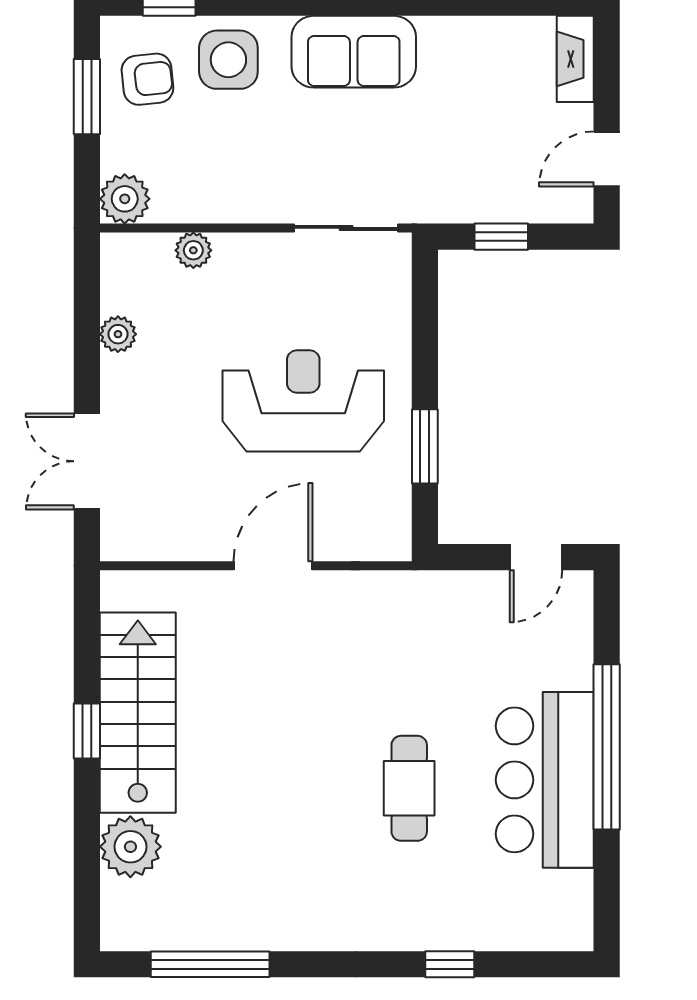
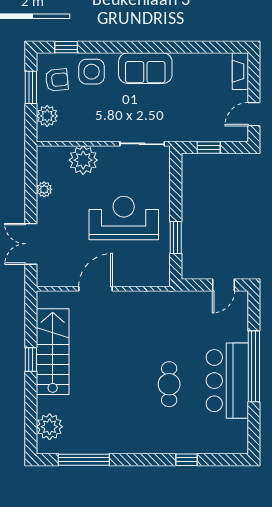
plant: (125, 199) -> (47, 116), moved
plant: (193, 250) -> (83, 160), width x1.88, depth x1.88
door: (273, 566) -> (96, 289), moved
plant: (130, 847) -> (50, 427), moved

